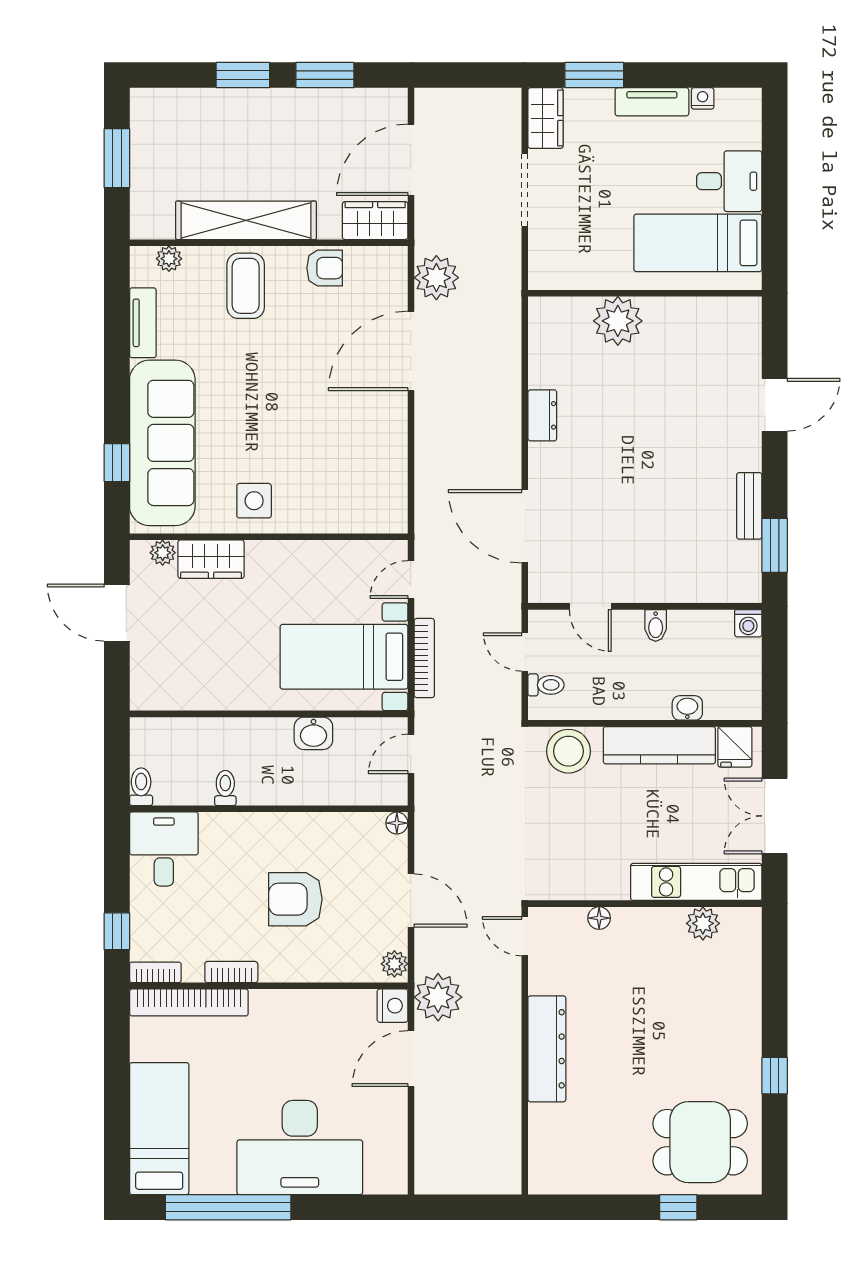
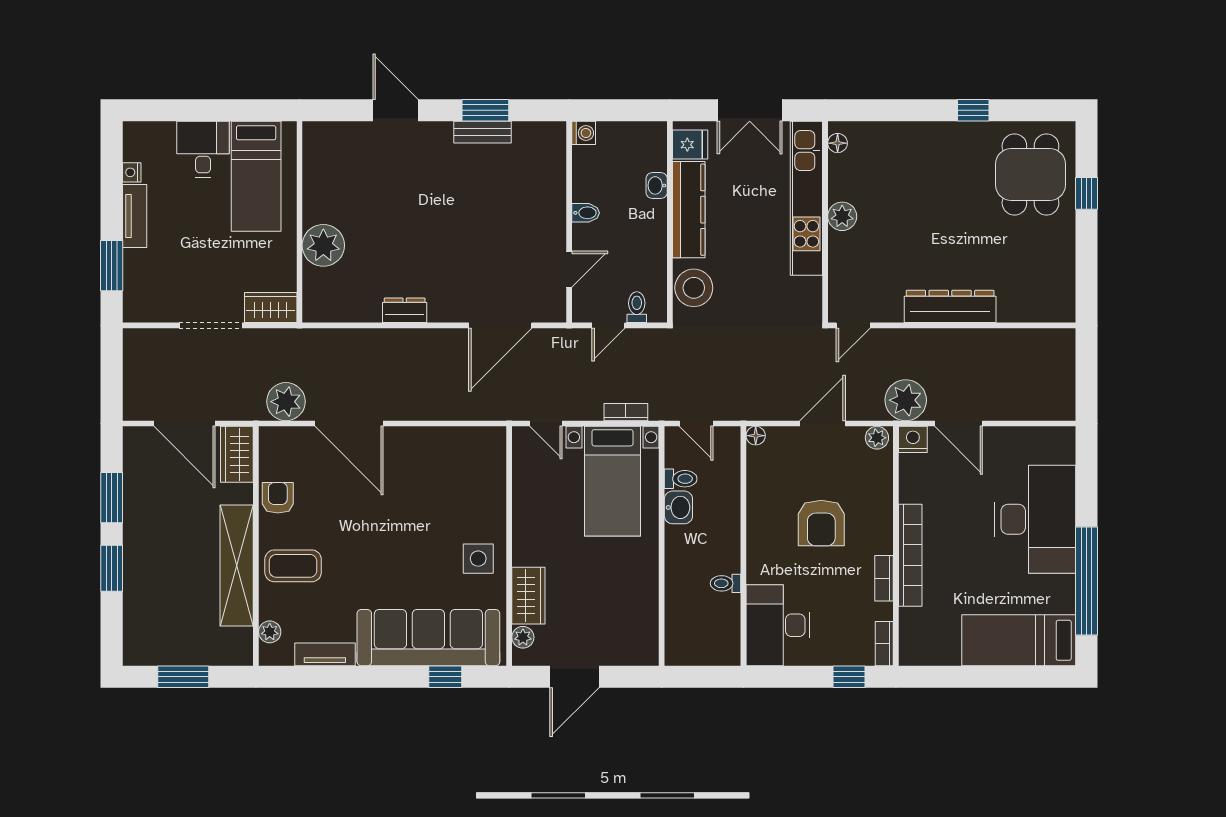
wardrobe: (546, 118) -> (271, 308), moved
window: (775, 545) -> (485, 110), moved
bookcase: (424, 658) -> (626, 412), width x0.64
toilet: (141, 787) -> (681, 479), moved, turned 180
desk: (164, 849) -> (778, 625), width x1.37
kitchen unit: (696, 882) -> (806, 198), width x1.36
floor lamp: (599, 918) -> (838, 143), moved
plant: (703, 923) -> (842, 216), moved
bookcase: (189, 1002) -> (910, 555), moved

